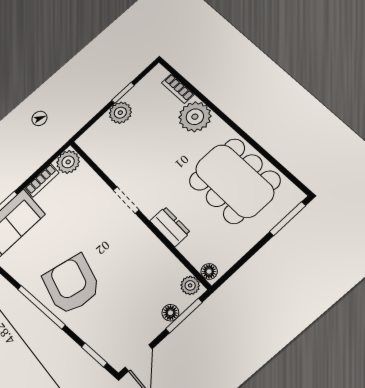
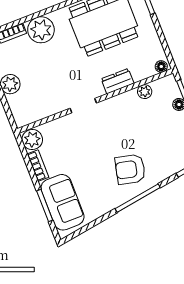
armchair: (71, 284) -> (130, 169), width x0.73, depth x0.73
plant: (190, 285) -> (145, 92), moved

